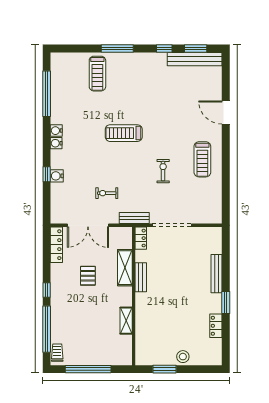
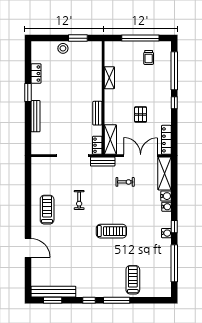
window: (164, 48) -> (89, 300), moved
water cooler: (56, 143) -> (167, 207), moved
window: (47, 174) -> (174, 227), moved
shelving: (59, 203) -> (165, 174), added
shelving: (125, 268) -> (110, 140), moved
trolley: (57, 353) -> (149, 57), moved

